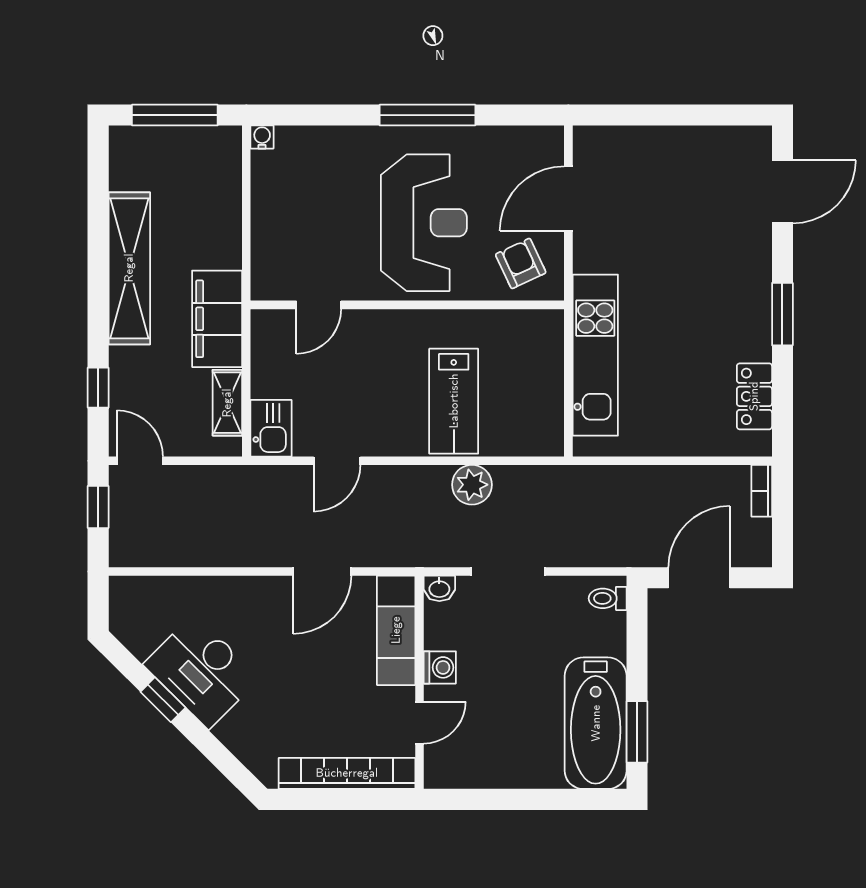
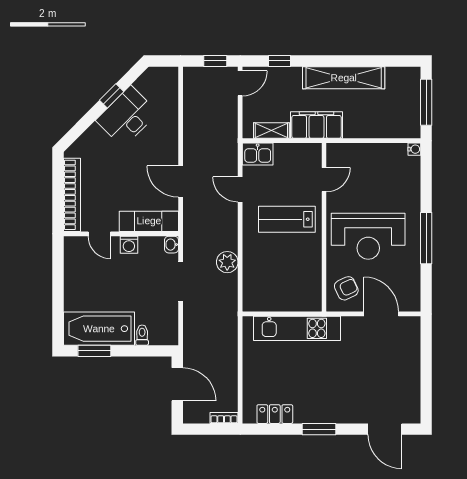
door: (319, 305) -> (324, 180), swing flipped
lab bench: (454, 401) -> (287, 219), moved
toilet: (608, 598) -> (142, 335), moved

